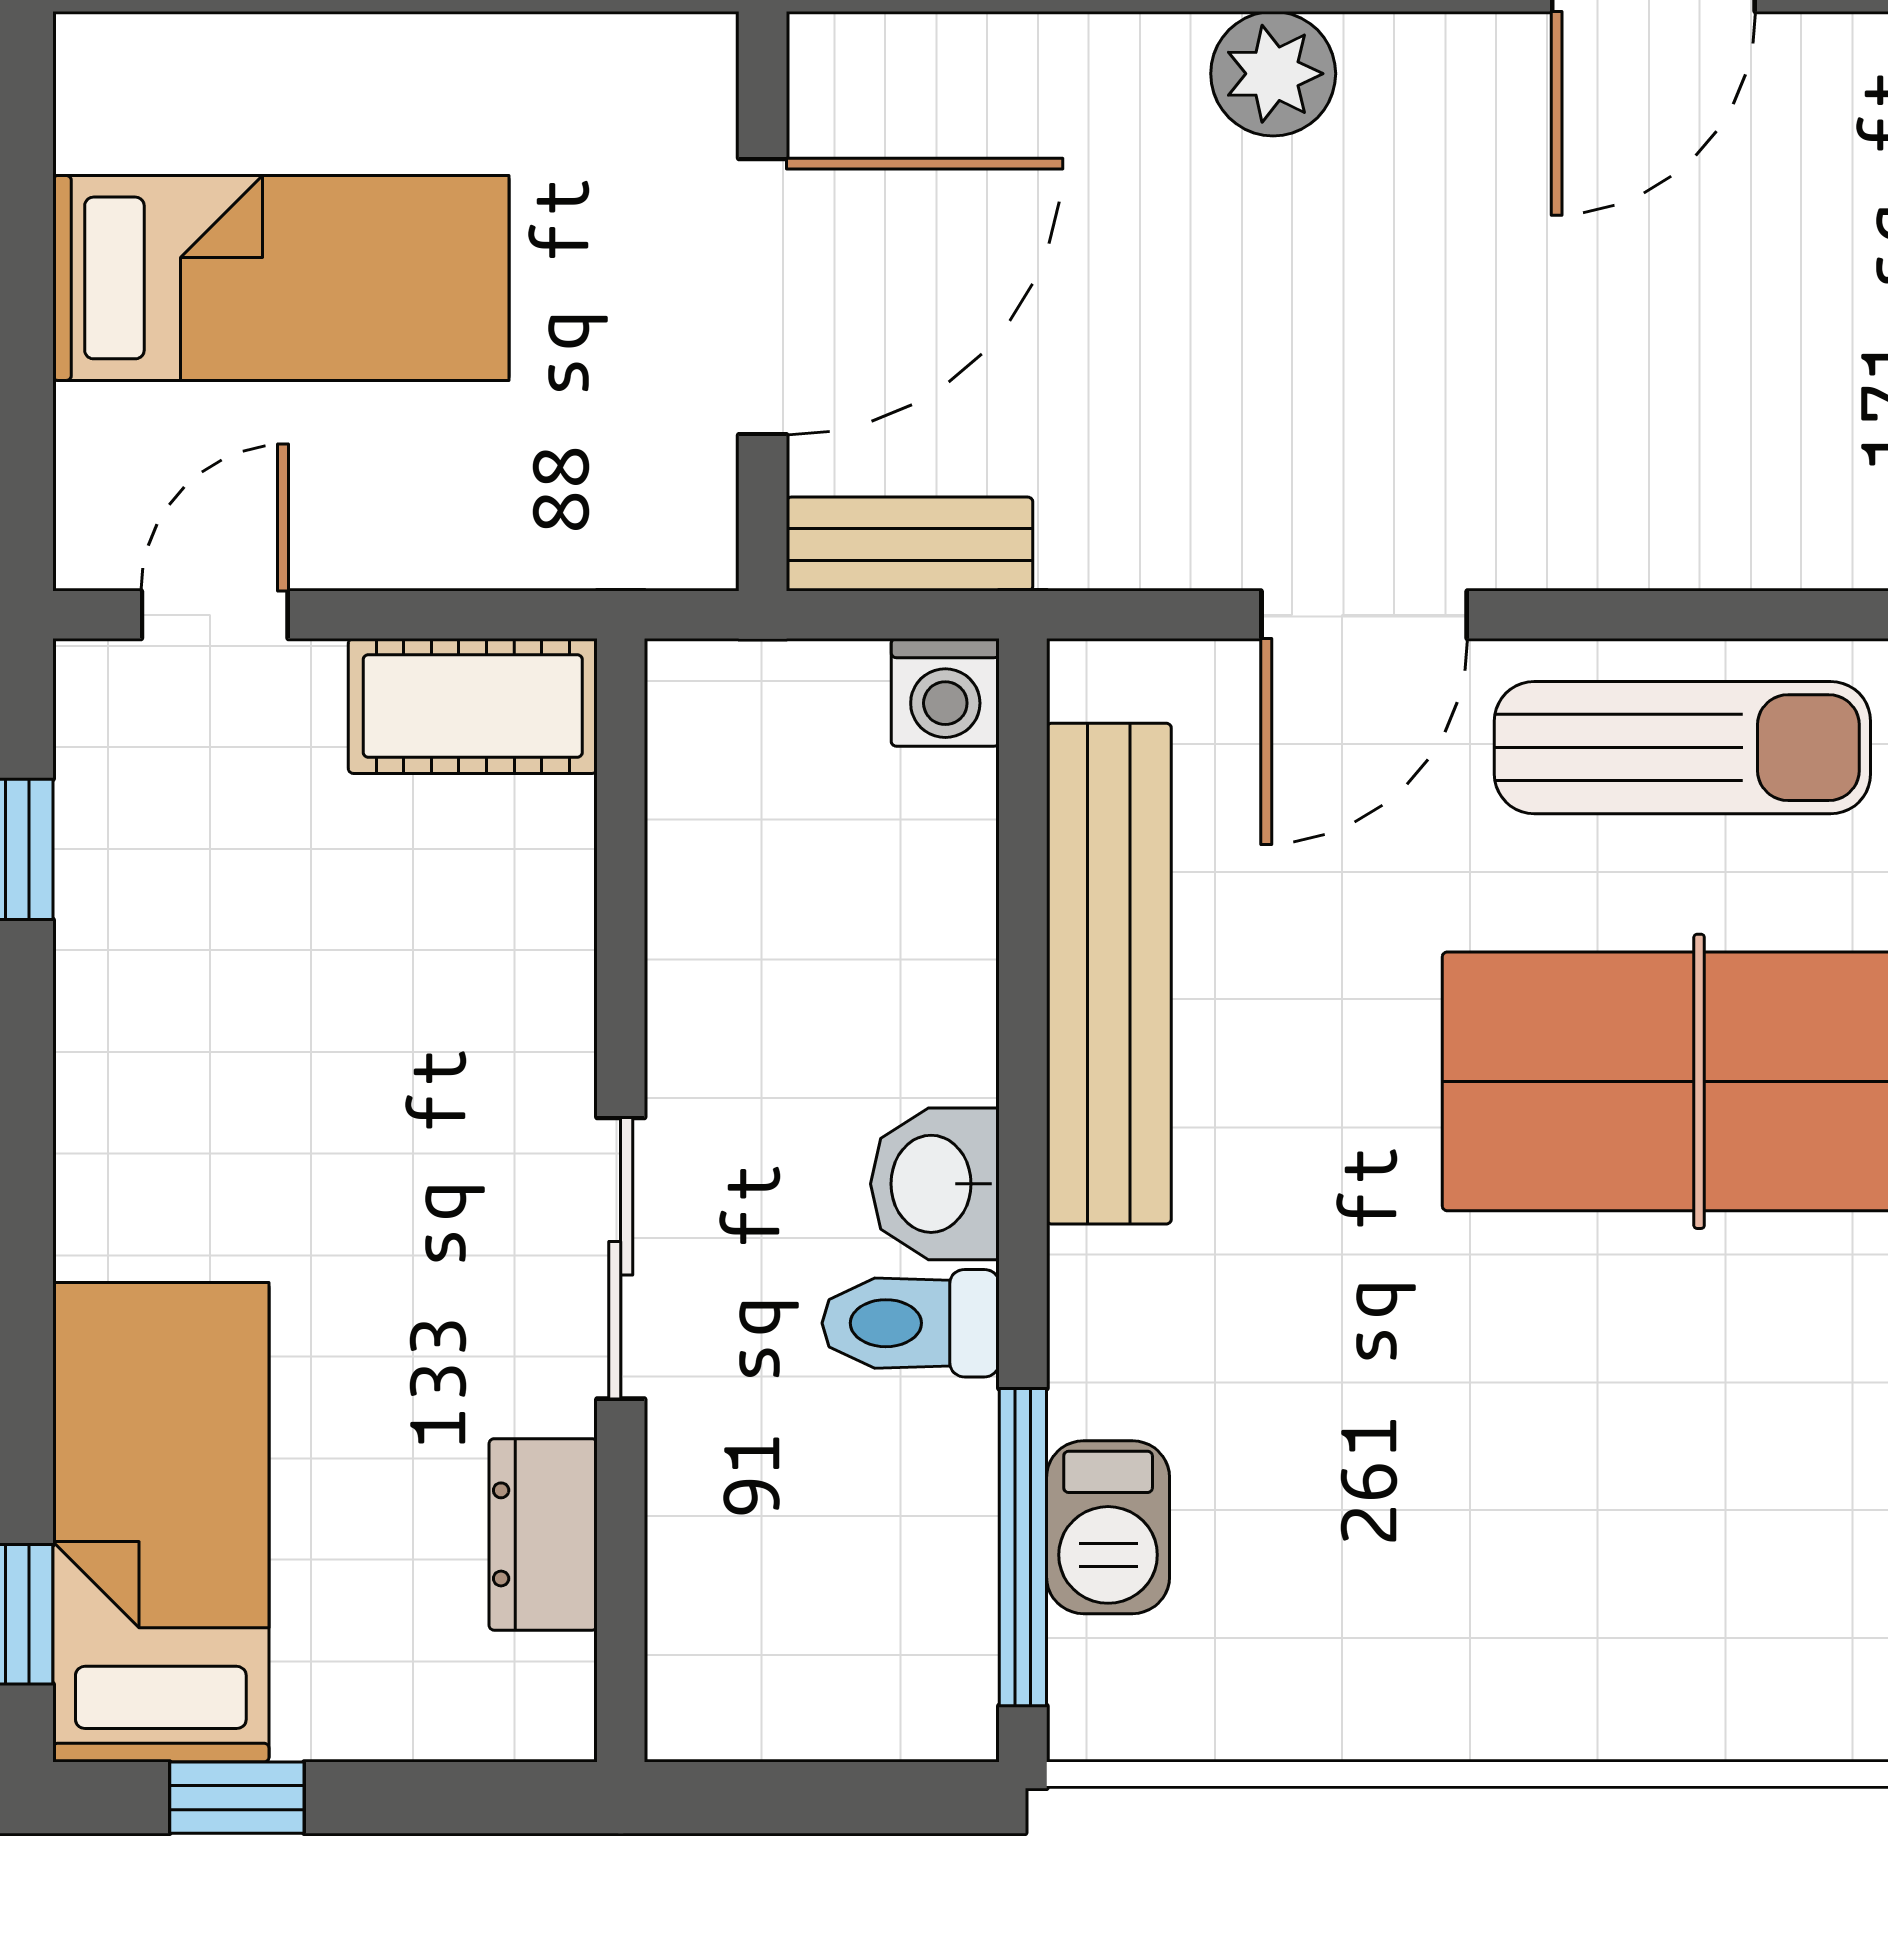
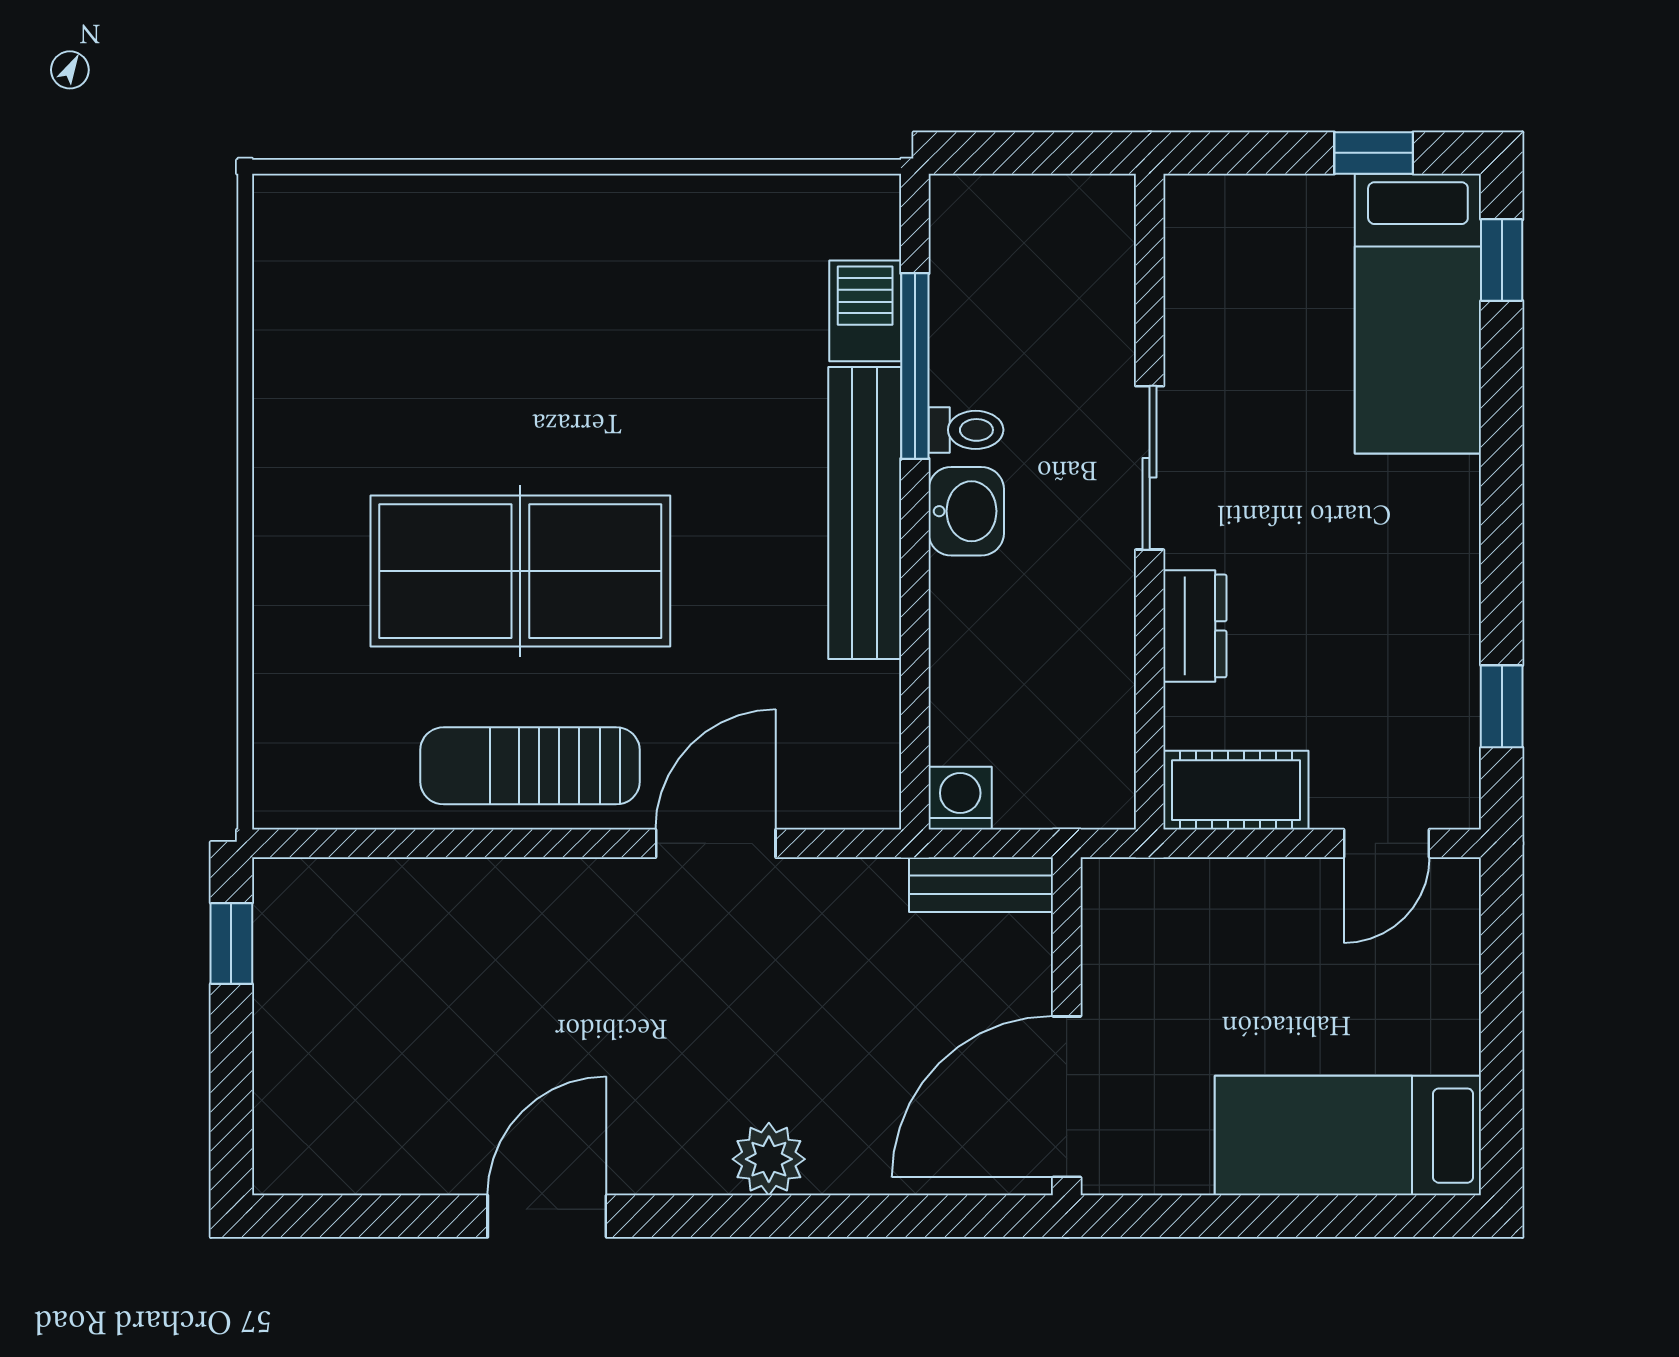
bed: (281, 278) -> (1348, 1136), moved
door: (763, 297) -> (1067, 1097), moved
bench: (1109, 974) -> (865, 513), moved
toilet: (911, 1323) -> (966, 430), width x0.73, depth x0.72
dresser: (543, 1534) -> (1195, 626), moved
window: (1023, 1547) -> (915, 366), moved

